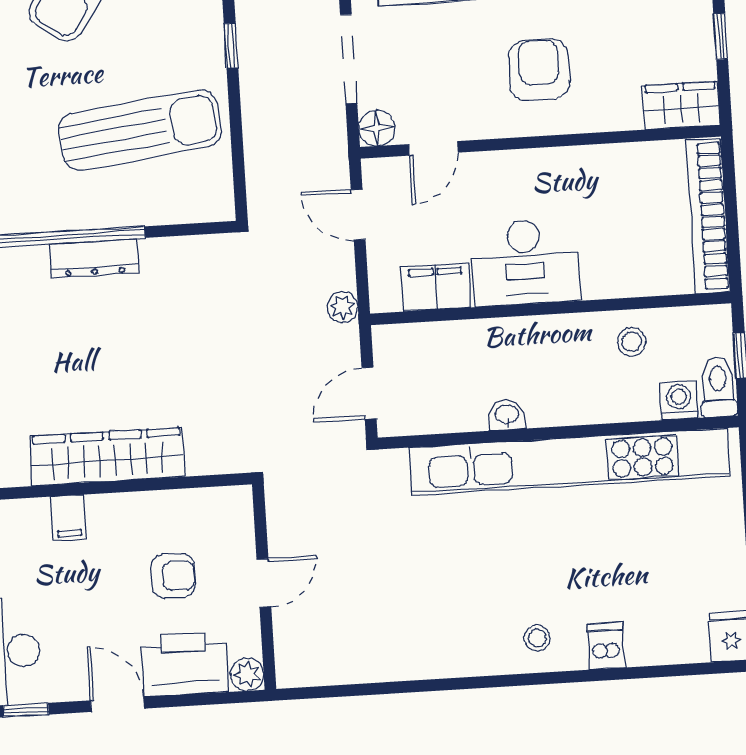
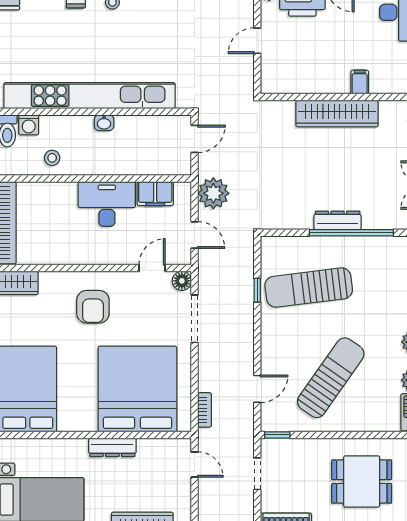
window: (231, 46) -> (257, 290), moved
plant: (342, 307) -> (213, 193), width x1.87, depth x1.87
washbasin: (507, 415) -> (104, 123), moved
armchair: (173, 576) -> (306, 47), removed

